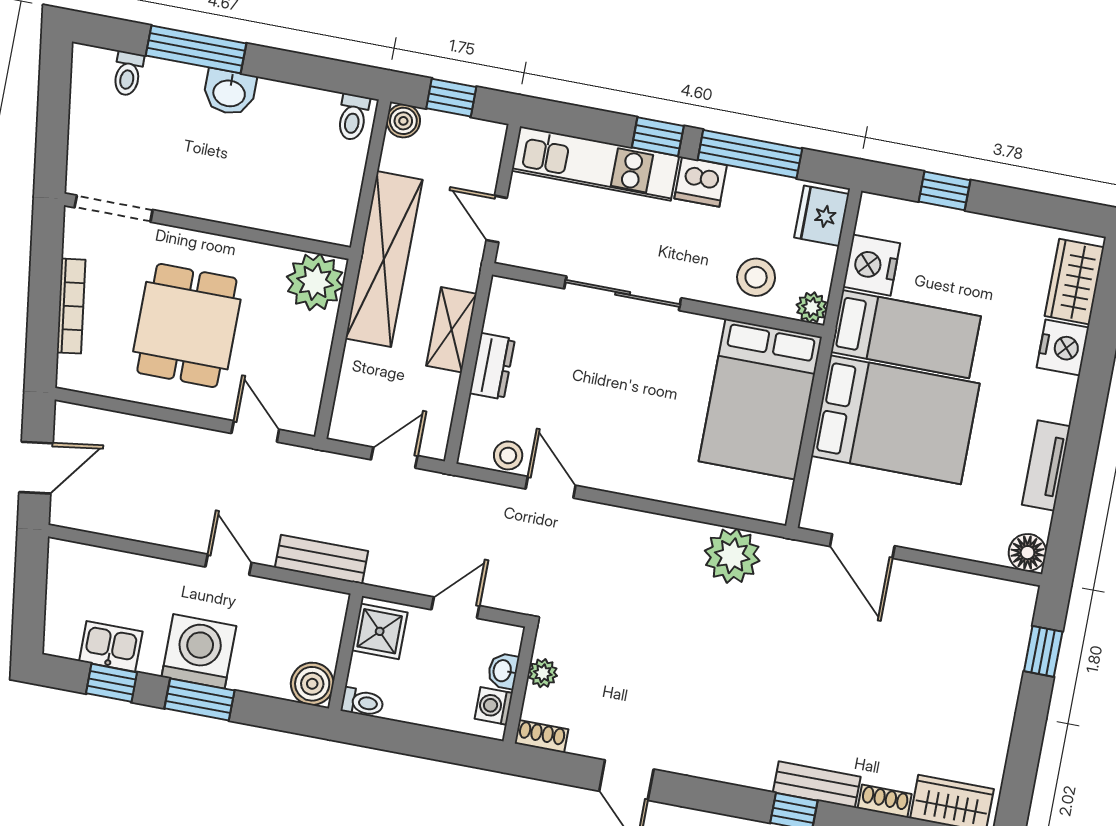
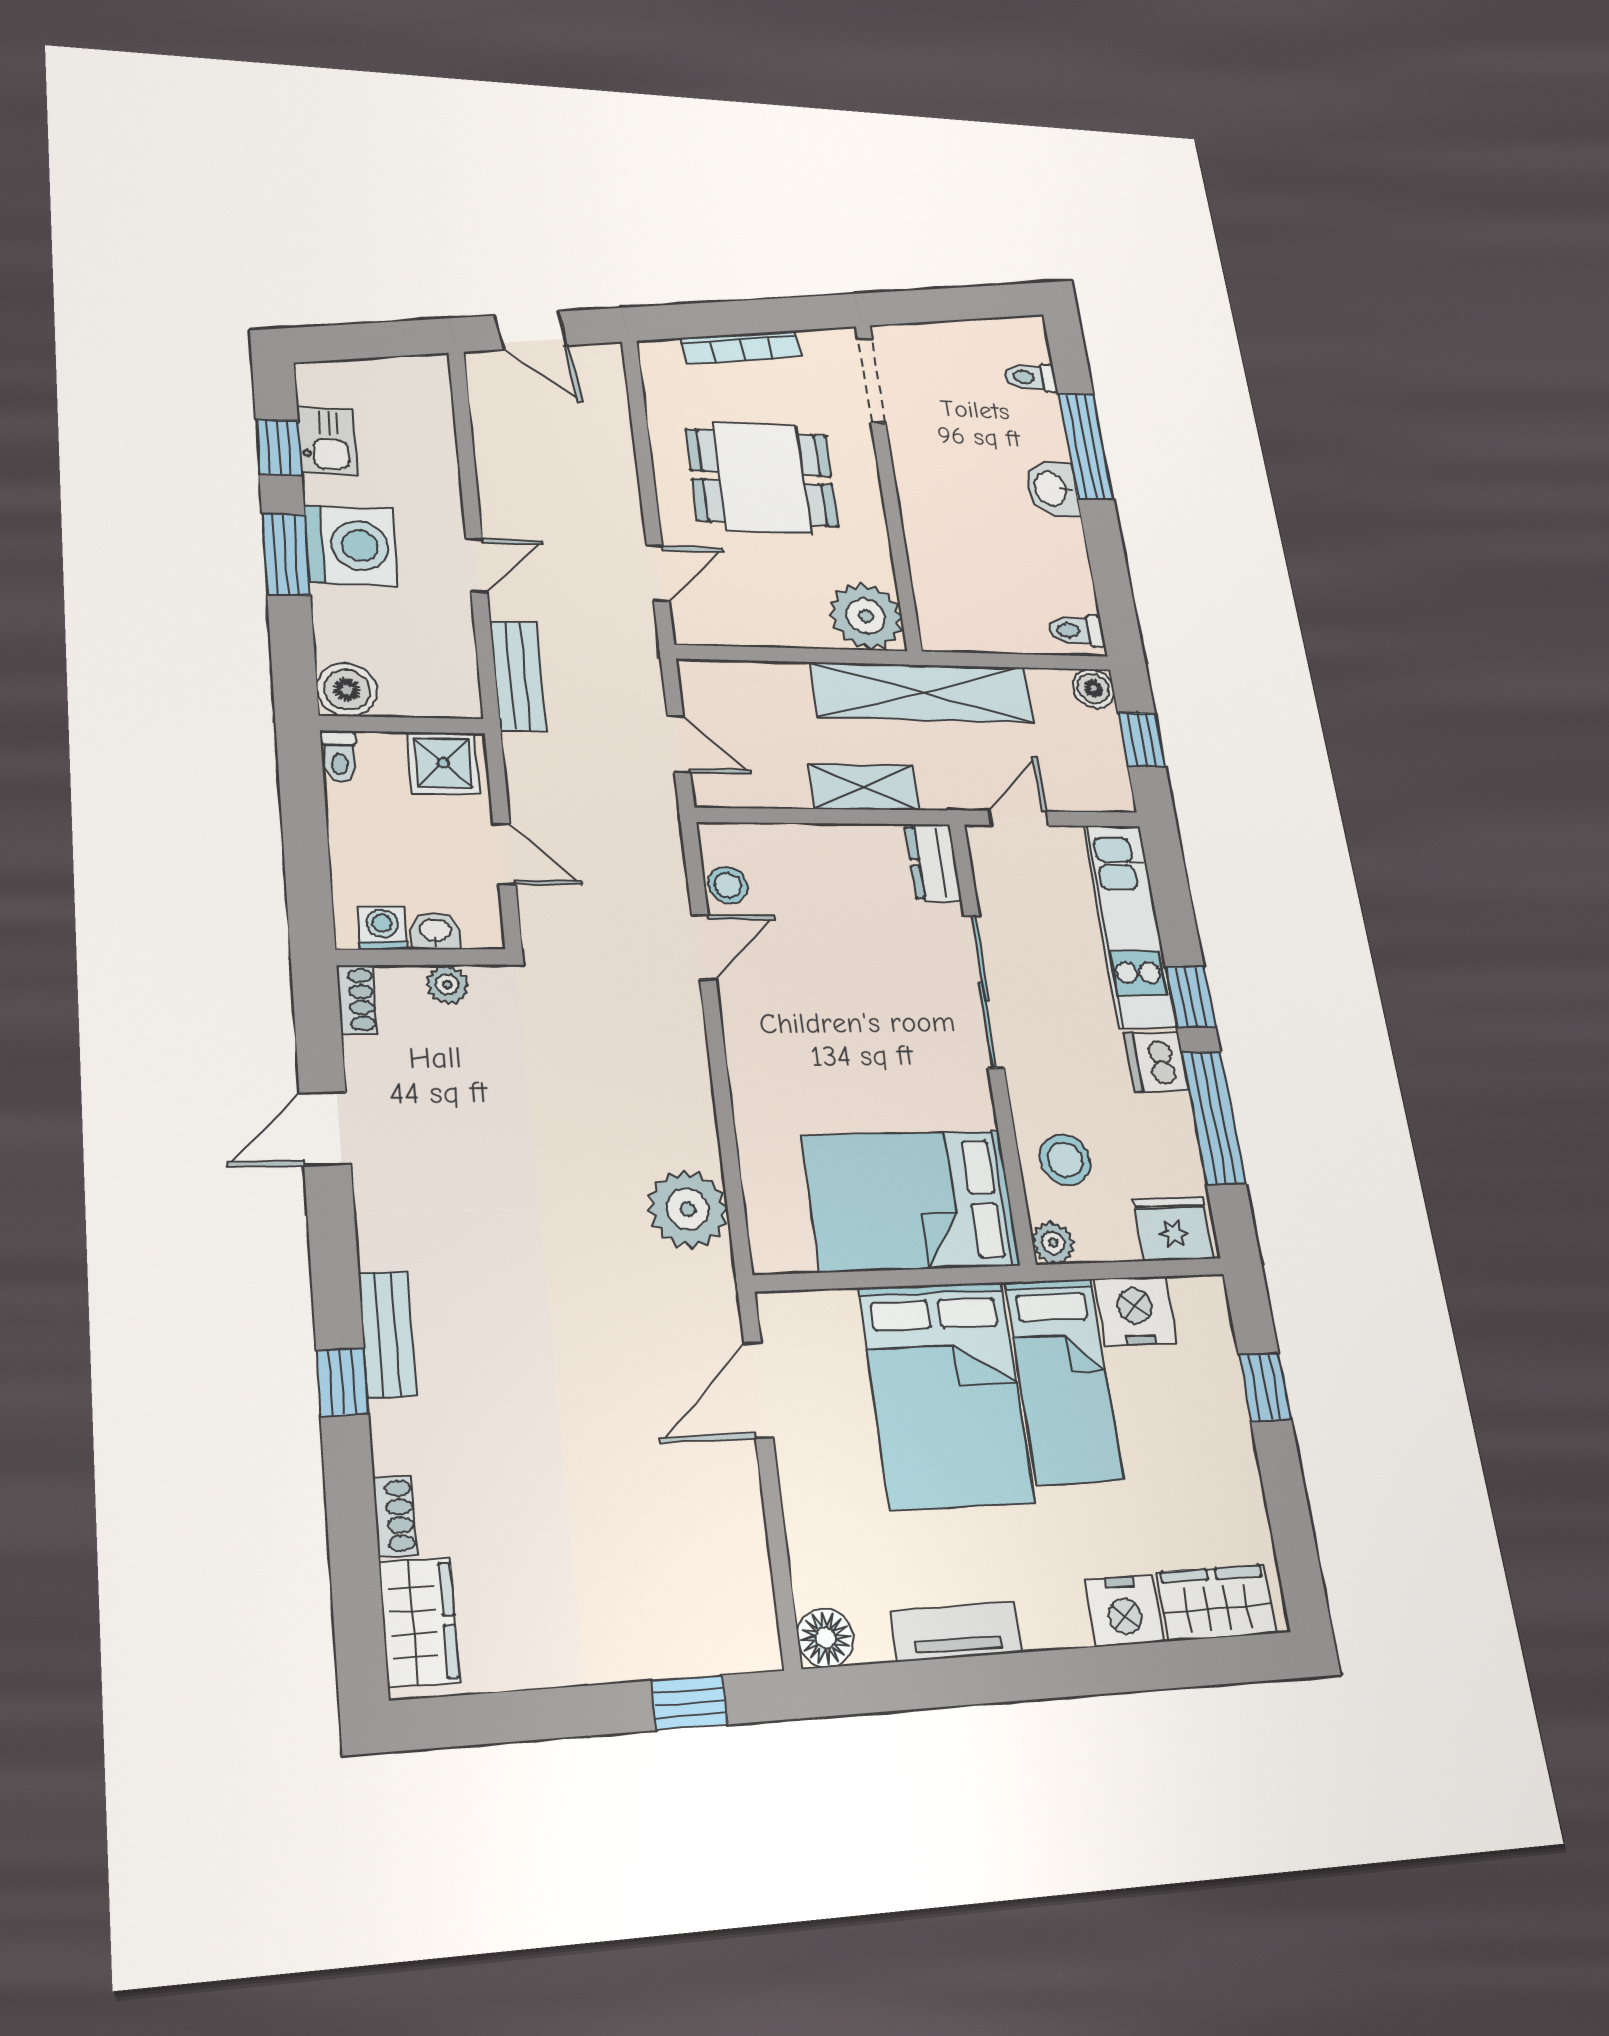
dresser: (492, 366) -> (933, 863), moved, turned 90
bench: (817, 785) -> (387, 1334), moved

